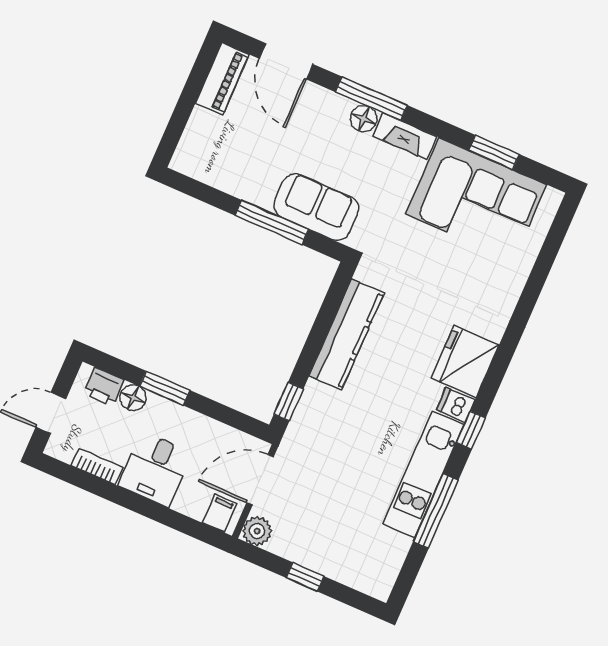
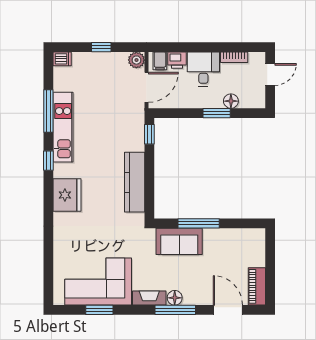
printer: (104, 387) -> (177, 60), moved, turned 180
dishwasher: (456, 405) -> (62, 59), moved

